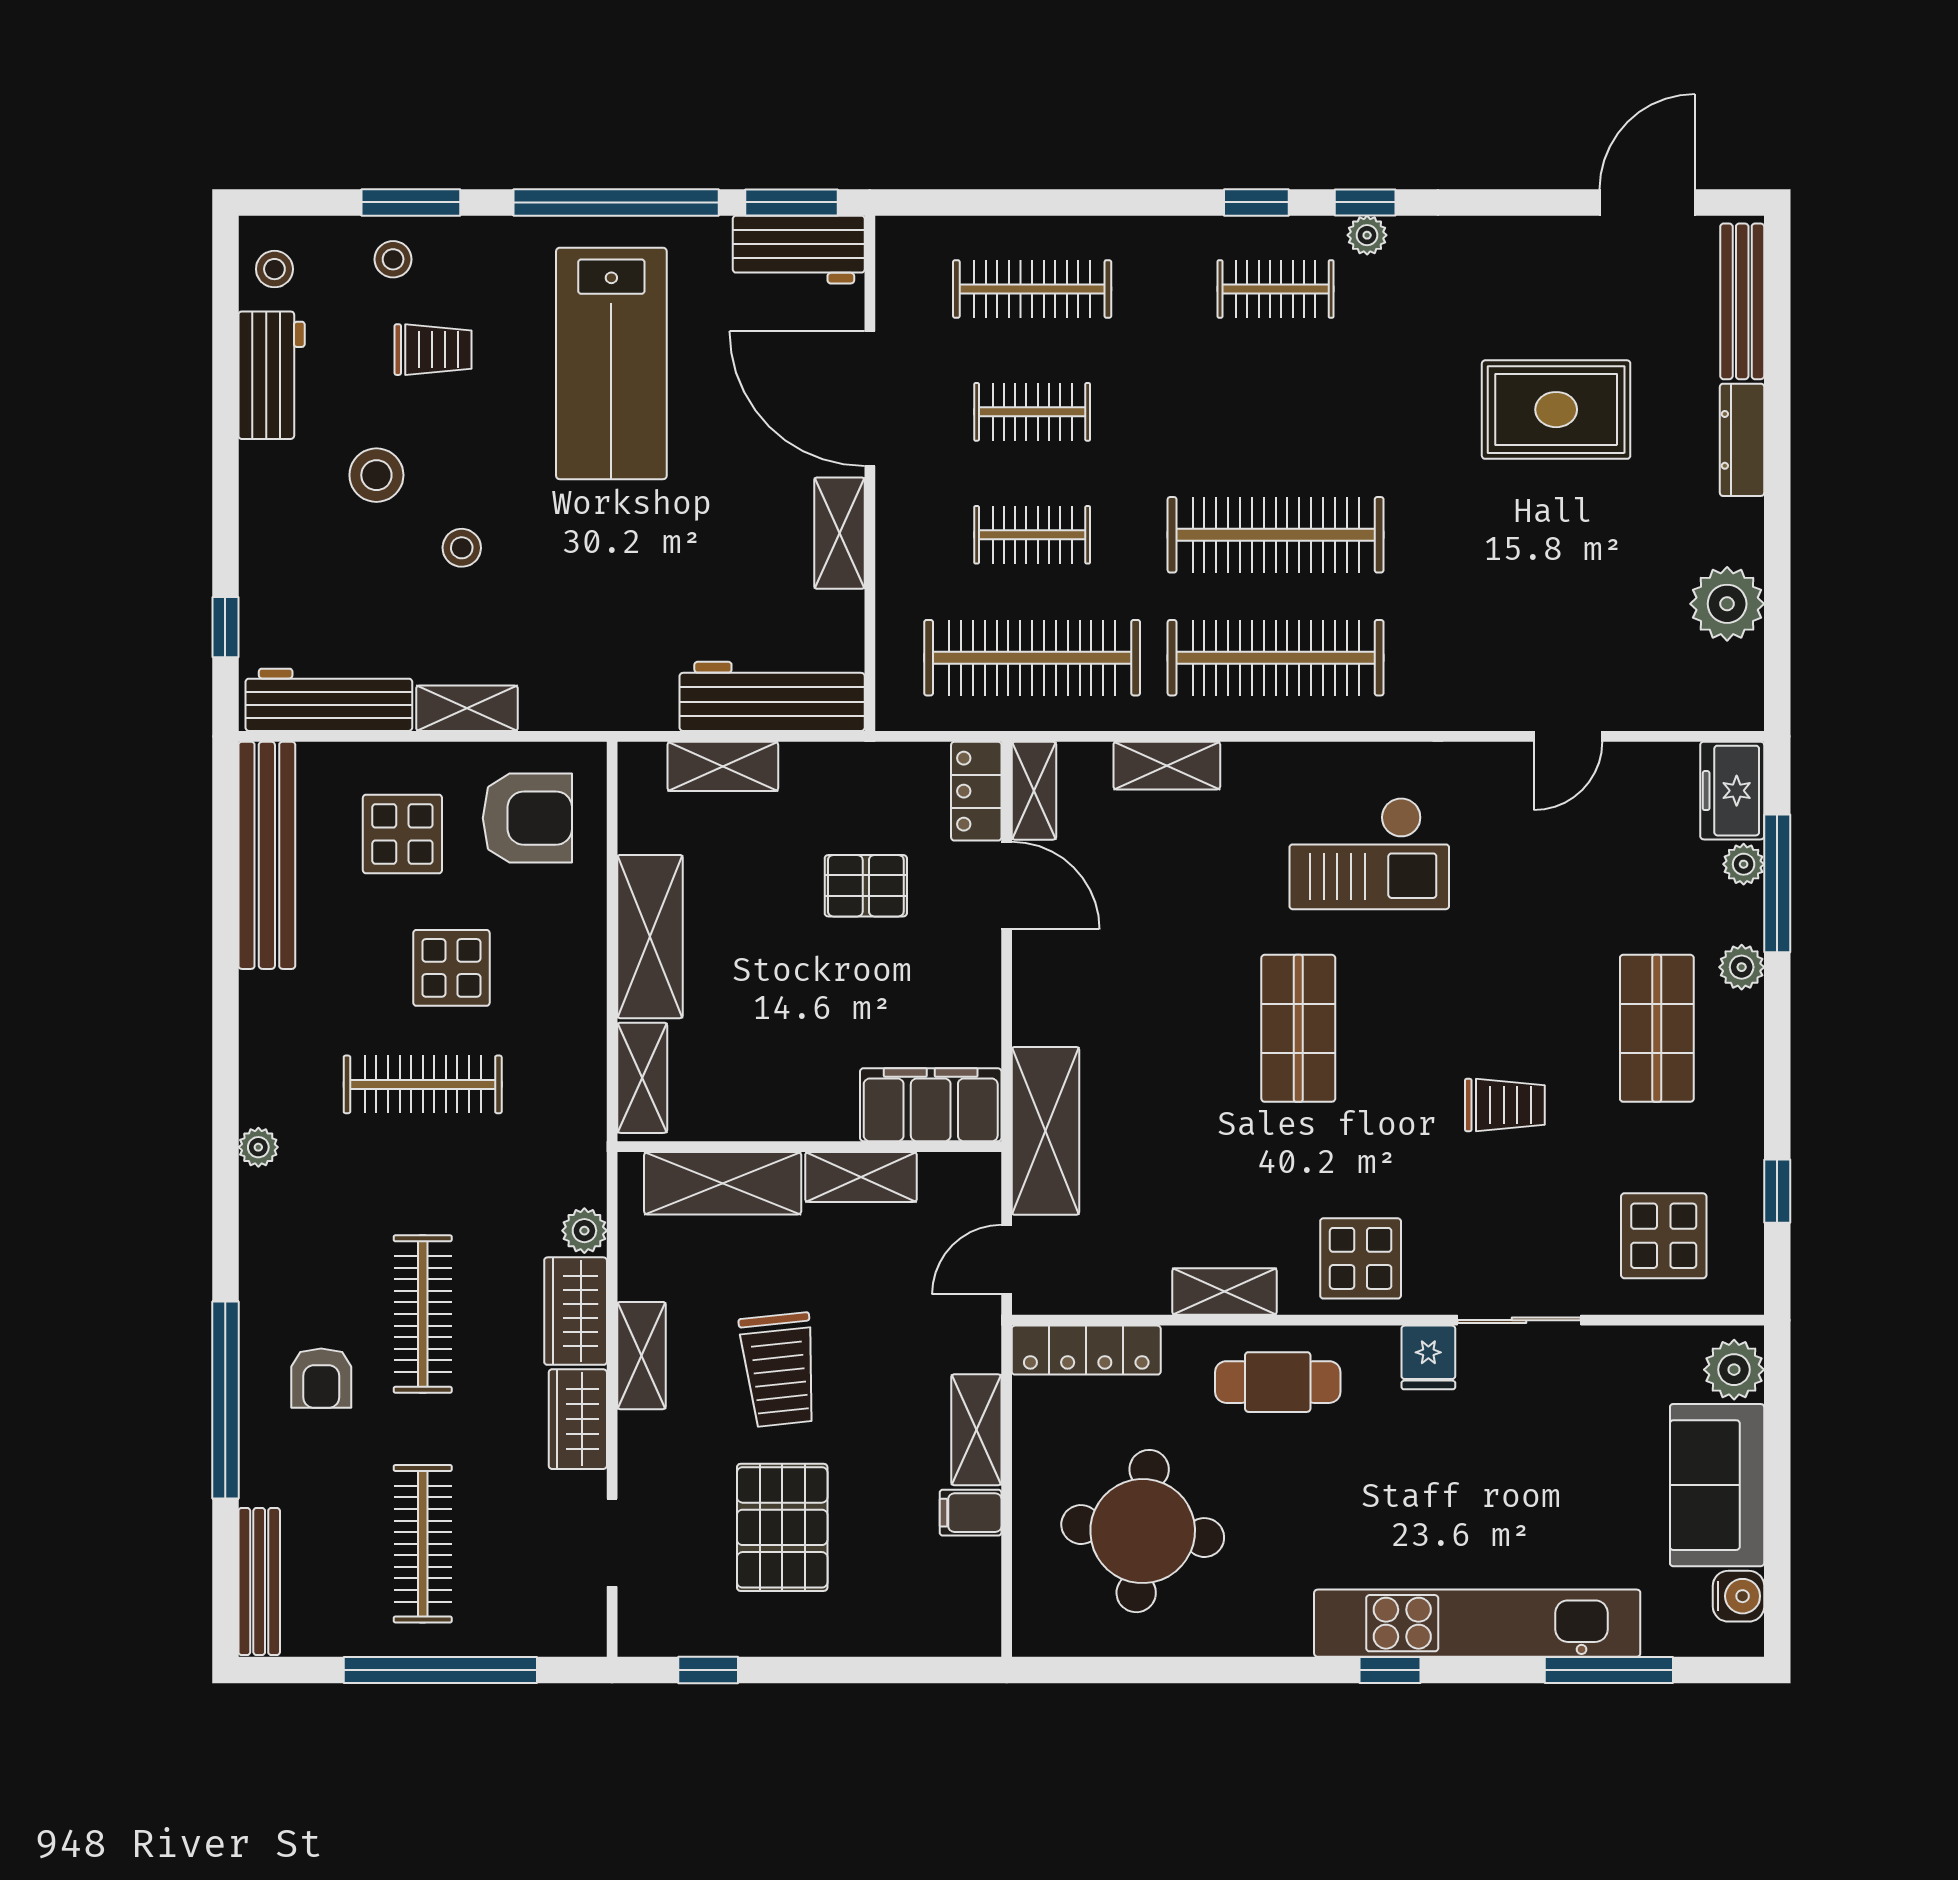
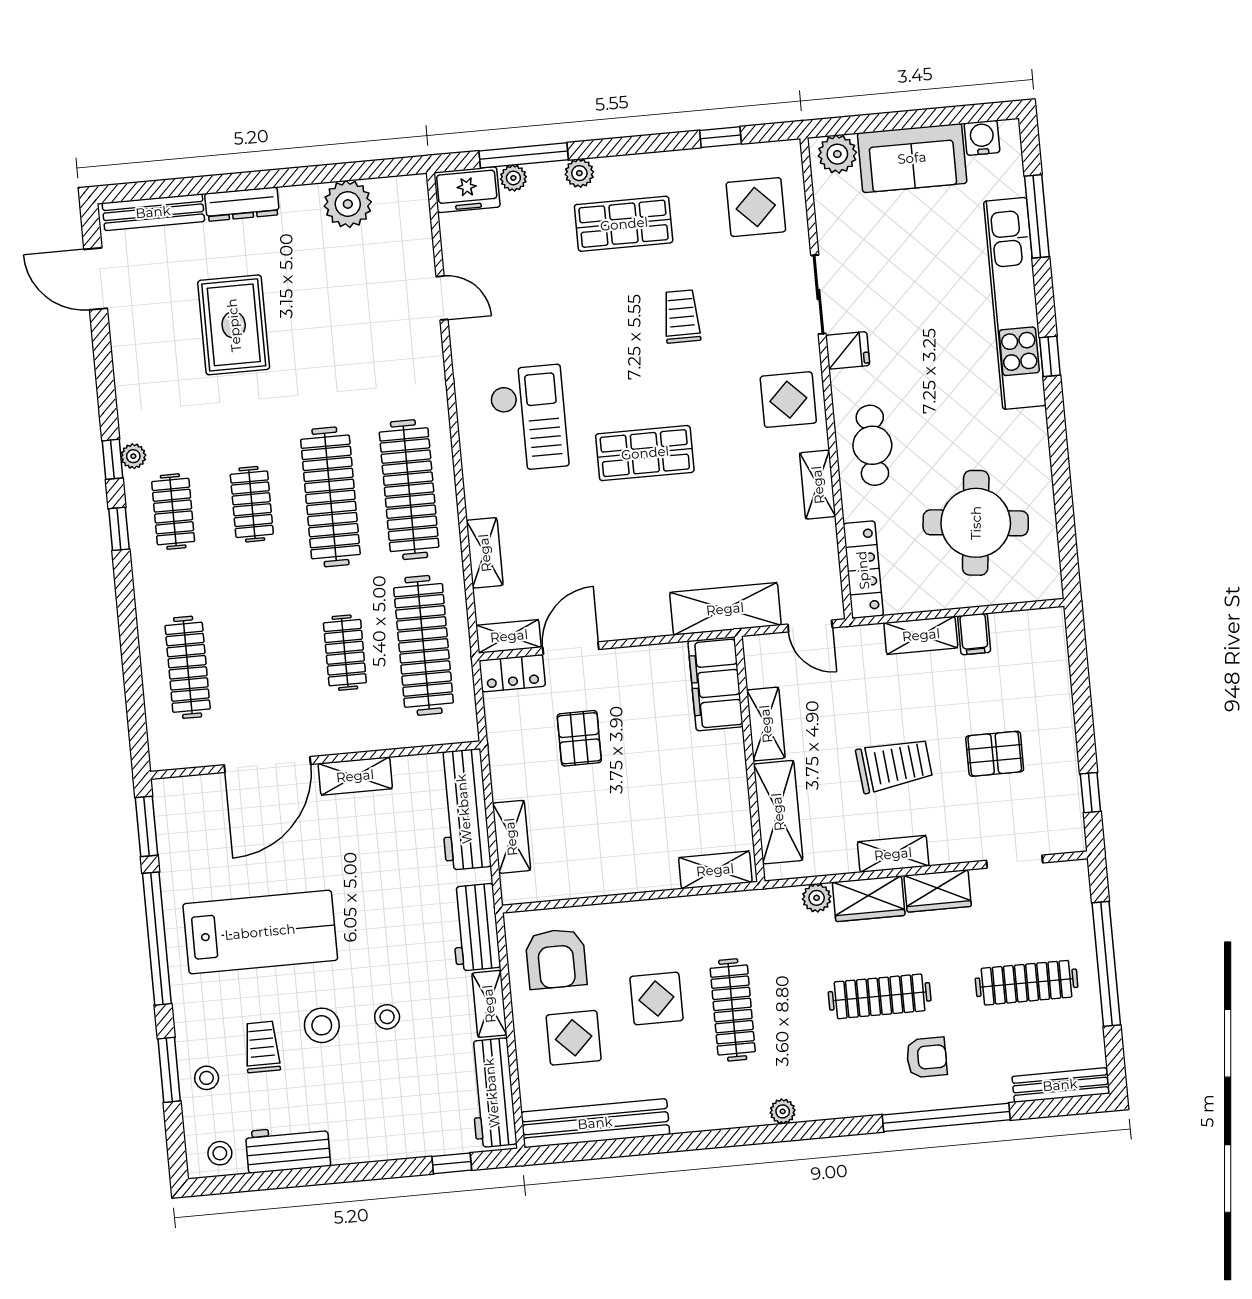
workbench: (799, 250) -> (475, 927), moved, turned 180
clothes rail: (1032, 412) -> (252, 504), moved
stool: (376, 475) -> (322, 1025), moved
armchair: (527, 818) -> (556, 959), turned 180
shelving: (650, 937) -> (625, 873), removed
pallet: (782, 1527) -> (995, 754), width x0.67, depth x0.71

